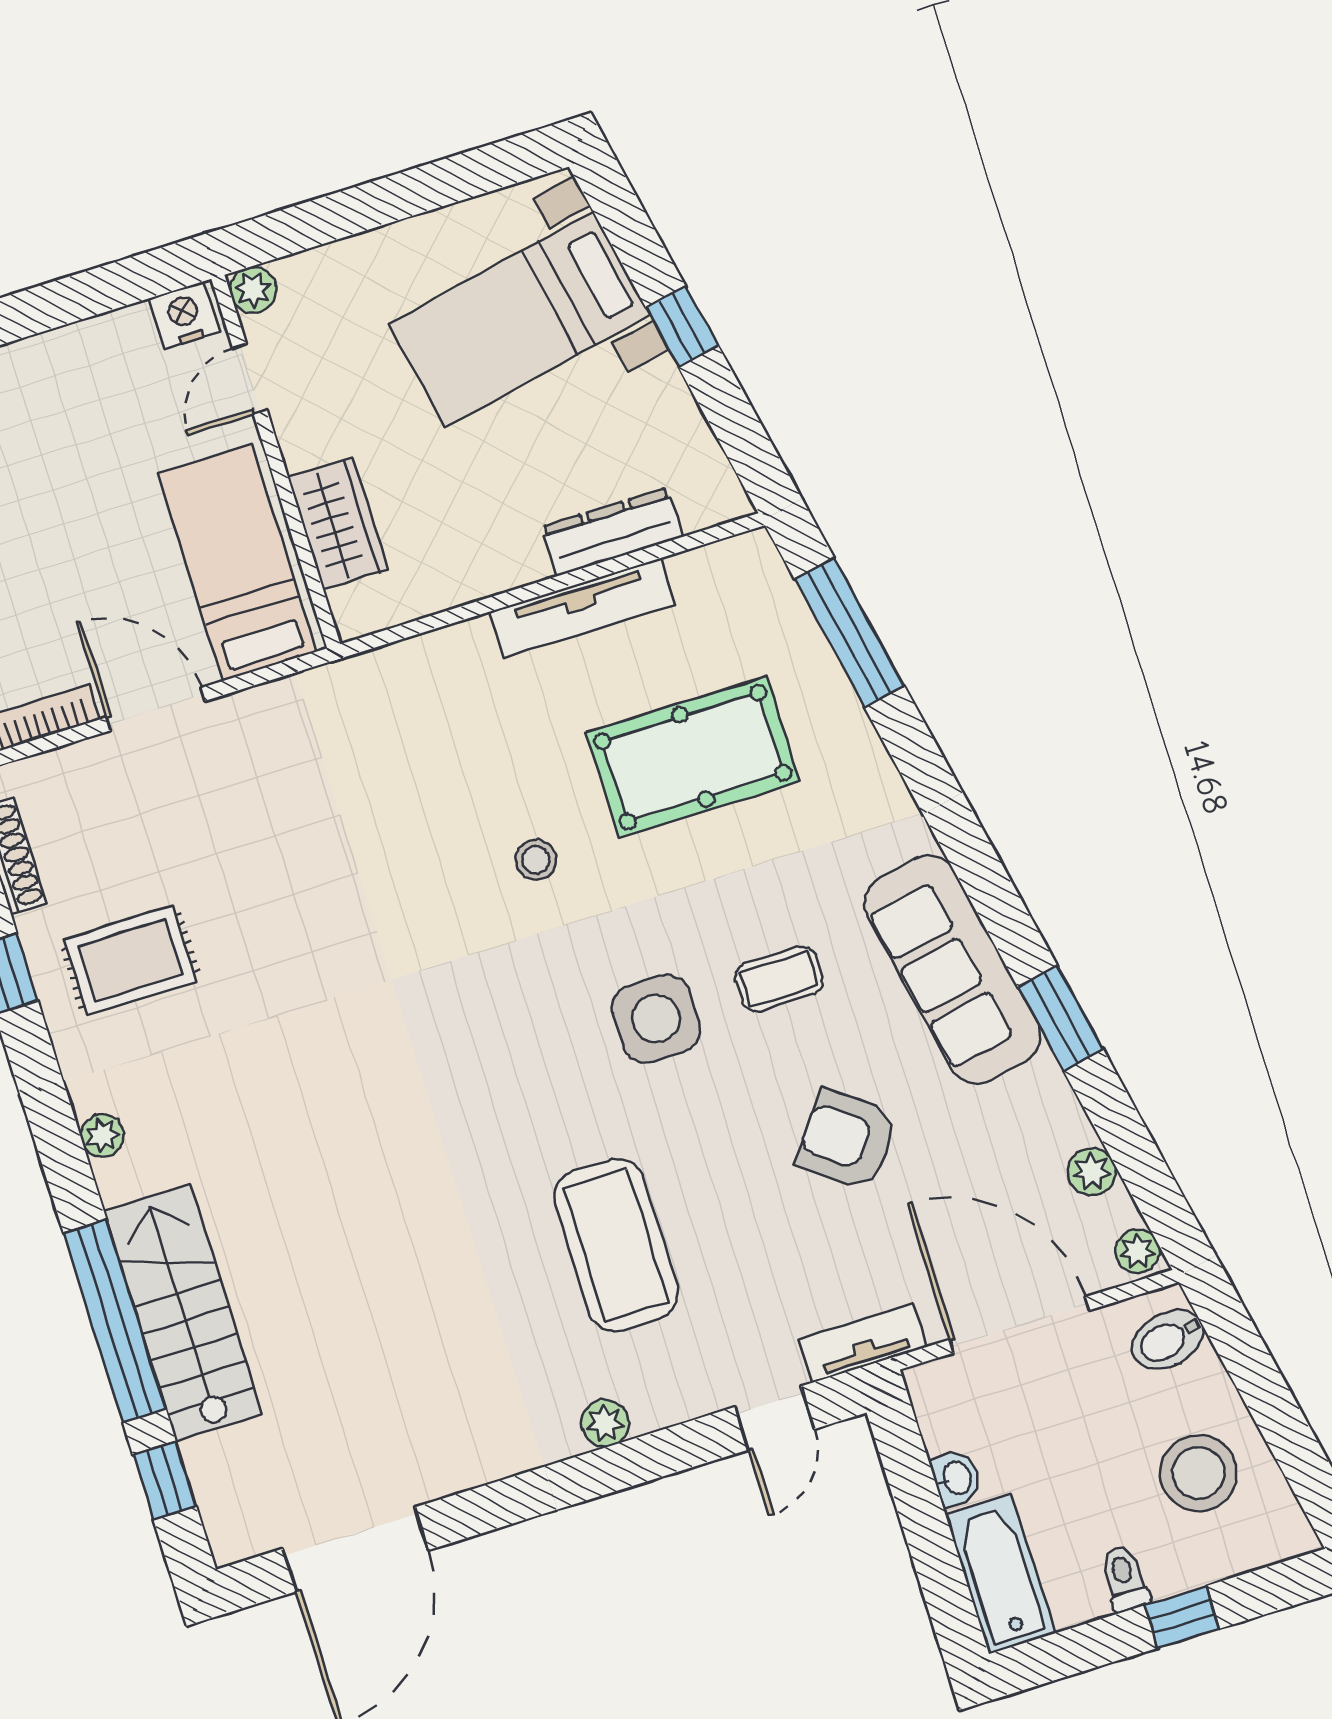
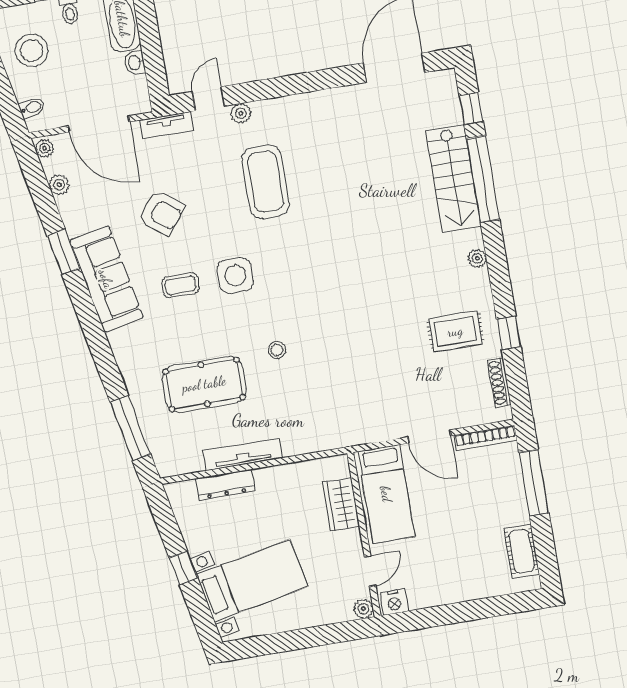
bidet: (1168, 1340) -> (32, 108), width x0.72, depth x0.74
plant: (605, 1423) -> (241, 113), moved

